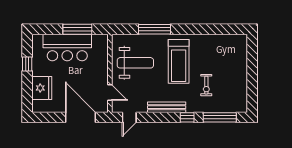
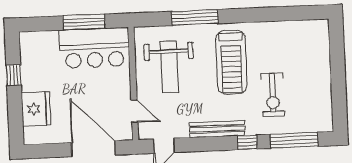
bar counter: (67, 47) -> (94, 48), moved
weight bench: (135, 63) -> (169, 67), turned 90
exercise bike: (206, 85) -> (273, 95), width x1.38, depth x1.39

